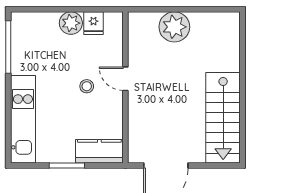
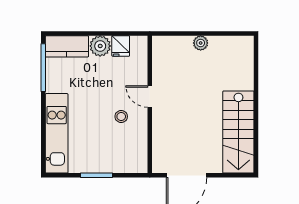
plant: (174, 27) -> (201, 43), width x0.53, depth x0.53
stool: (87, 86) -> (121, 117), moved
kitchen counter: (99, 151) -> (67, 46), moved, turned 180

